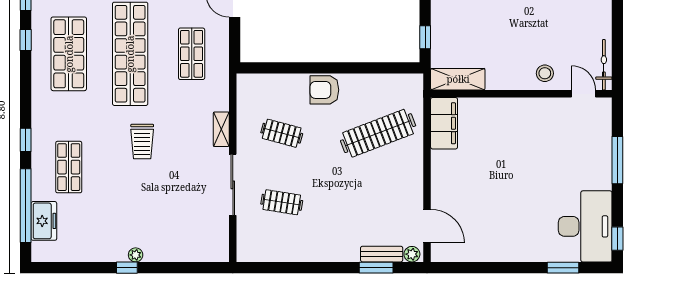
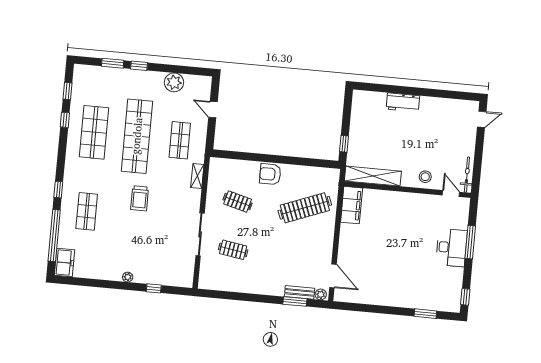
shelving: (458, 79) -> (373, 176), width x1.47
shelving: (221, 129) -> (197, 176), moved
freezer: (44, 221) -> (64, 263), moved
desk: (585, 226) -> (451, 247), moved, width x0.73, depth x0.77
window: (127, 268) -> (154, 288), moved

